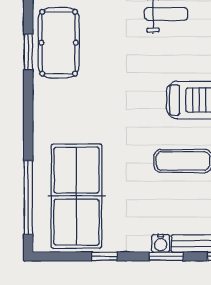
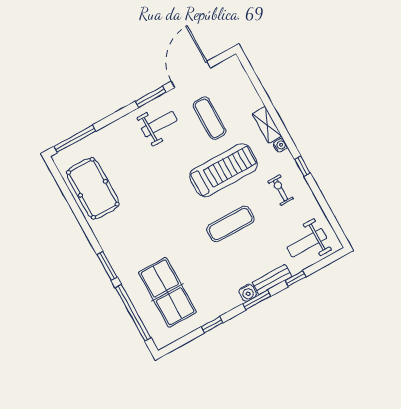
window: (28, 52) -> (107, 266), moved
table tennis table: (76, 196) -> (167, 292), width x0.73, depth x0.76

